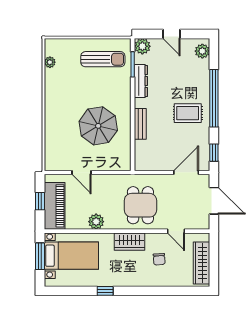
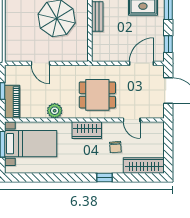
dining table: (140, 205) -> (97, 95), turned 90
piano: (55, 206) -> (12, 102), width x0.73, depth x0.75
wardrobe: (201, 263) -> (144, 166), moved, turned 90
window: (105, 291) -> (105, 178), moved

